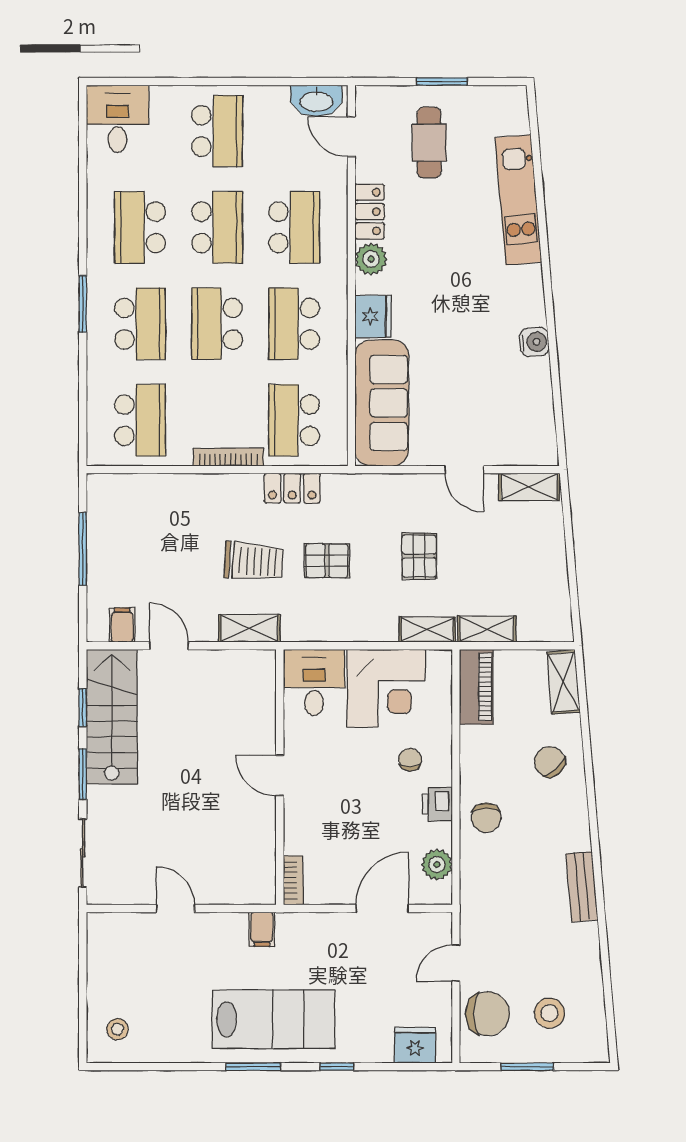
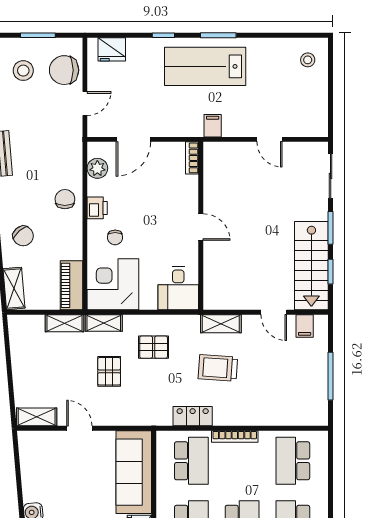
pallet: (327, 561) -> (154, 347), moved
corner desk: (386, 688) -> (113, 284), moved

